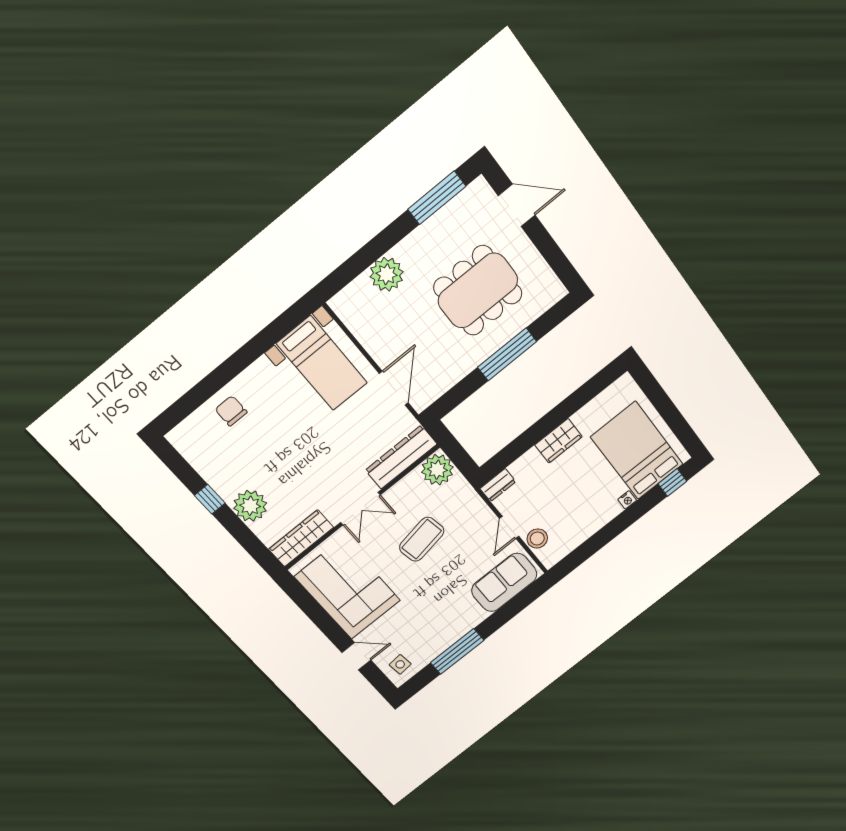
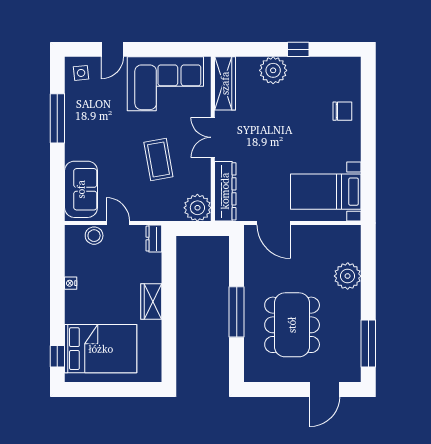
nightstand: (627, 500) -> (71, 283), moved

